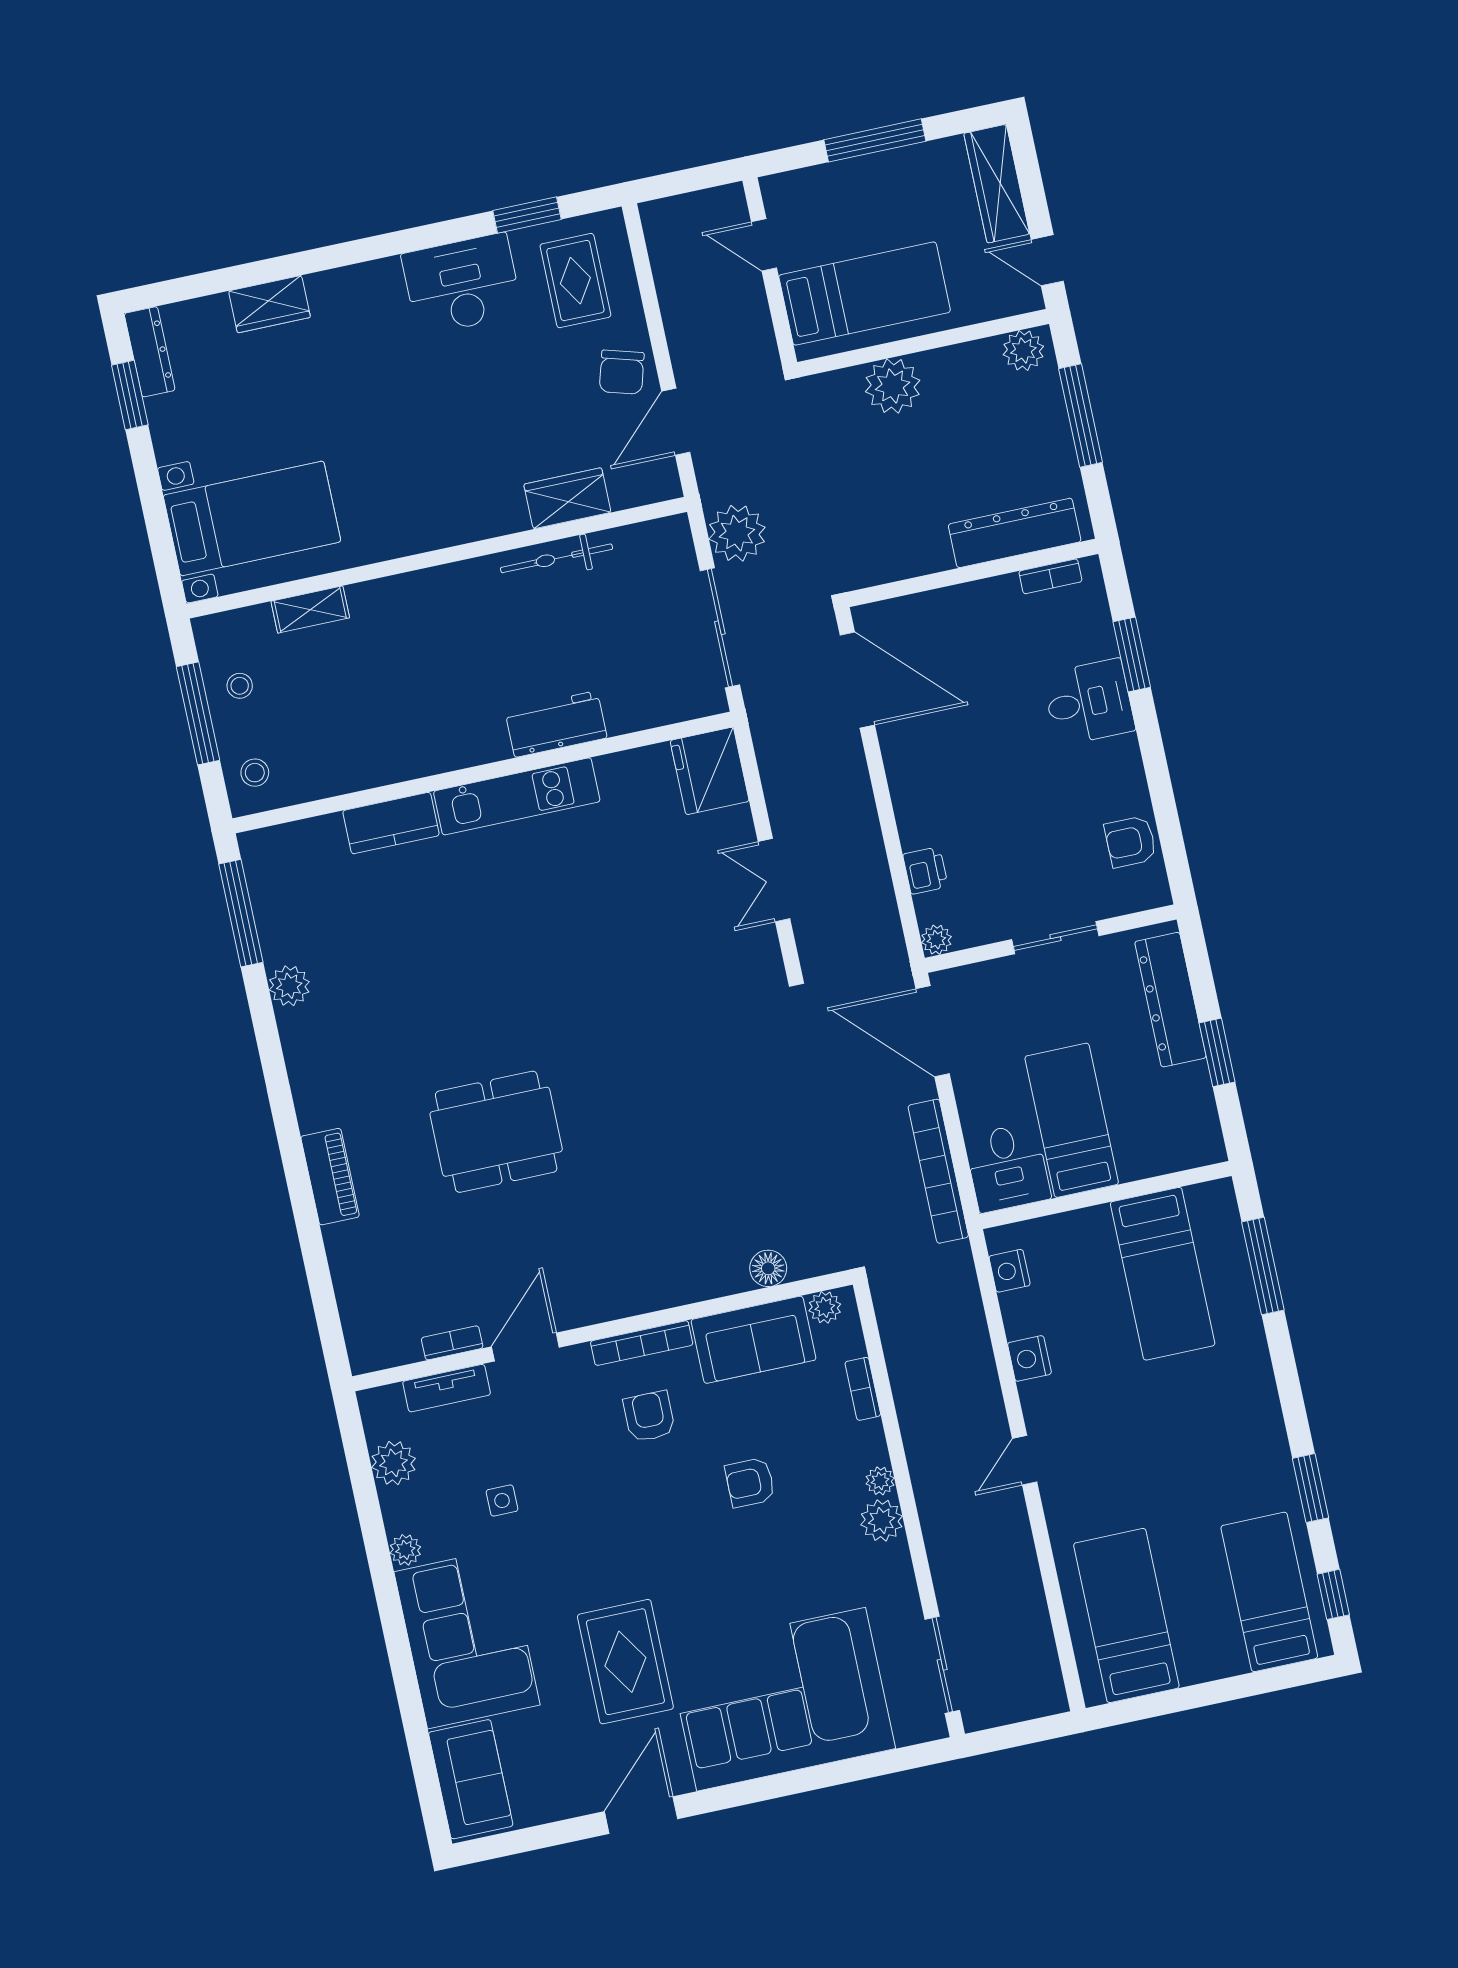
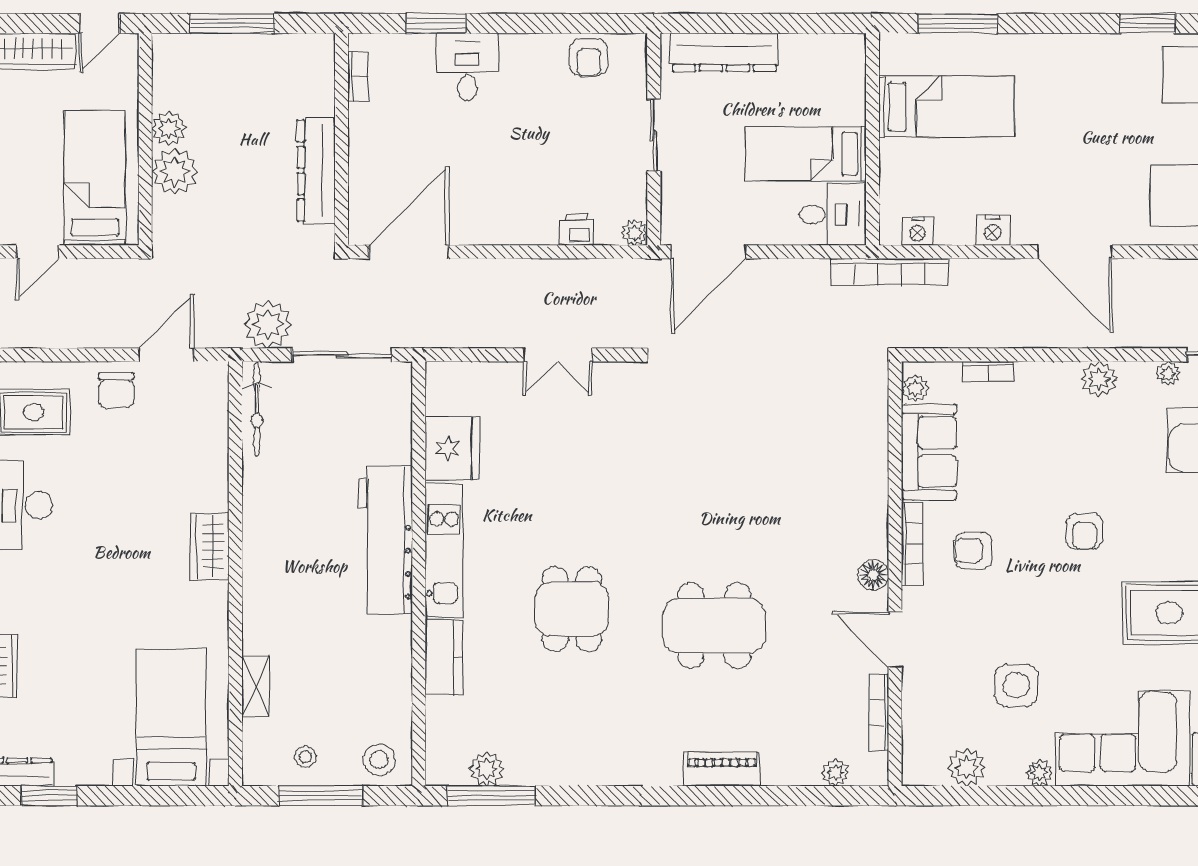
plant: (1023, 350) -> (169, 129), moved
chair: (622, 372) -> (116, 390), turned 74
door: (676, 422) -> (166, 355), swing flipped
wardrobe: (567, 498) -> (210, 546), moved
dresser: (1015, 533) -> (316, 171), moved
bicycle: (557, 558) -> (257, 409), moved
workbench: (556, 724) -> (385, 540), width x1.88, depth x1.32
fridge: (710, 771) -> (452, 448), moved, turned -90
stool: (255, 773) -> (379, 760), width x1.37, depth x1.37
dining table: (480, 961) -> (572, 609), added
plant: (289, 986) -> (487, 769), moved
window: (1217, 1052) -> (776, 23), removed
dining table: (496, 1132) -> (714, 626), turned 90
bookcase: (938, 1171) -> (889, 272), moved
floor lamp: (768, 1268) -> (873, 575), moved
plant: (354, 1311) -> (835, 773), added
bookcase: (452, 1343) -> (879, 712), width x1.56
tv unit: (447, 1388) -> (915, 711), removed
door: (1025, 1460) -> (1075, 252), width x1.88
plant: (880, 1481) -> (1168, 373), moved
armchair: (750, 1482) -> (1084, 531), moved
side table: (502, 1501) -> (1016, 685), width x1.87, depth x1.87

